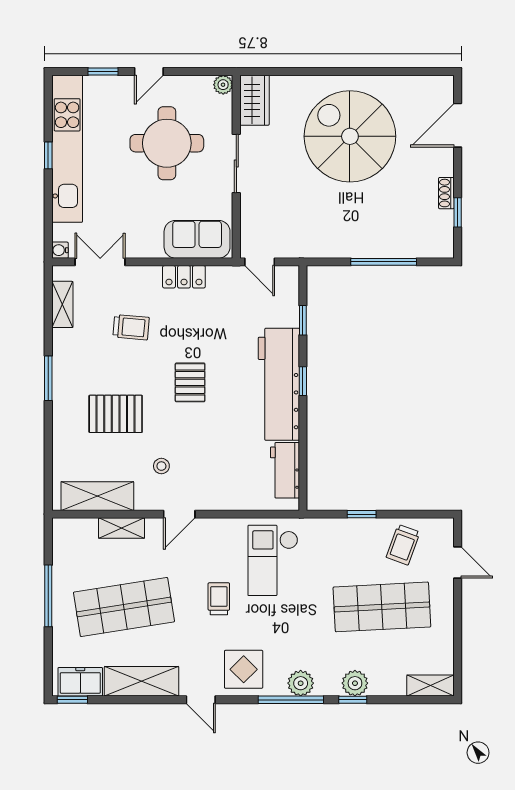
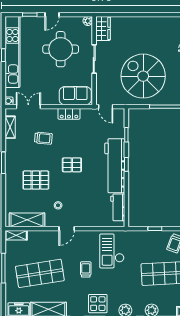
spiral stairs: (350, 136) -> (143, 76), moved
pallet: (190, 382) -> (72, 165), turned 90
shelving: (122, 528) -> (16, 235), moved

